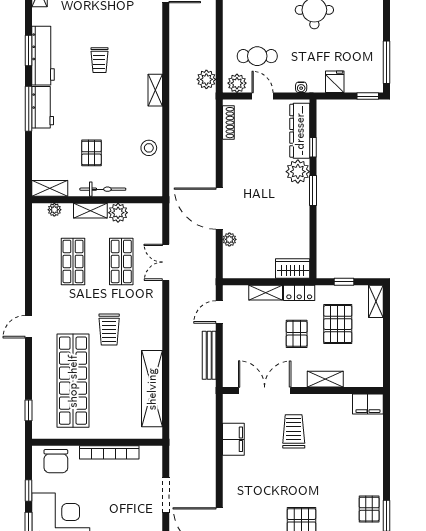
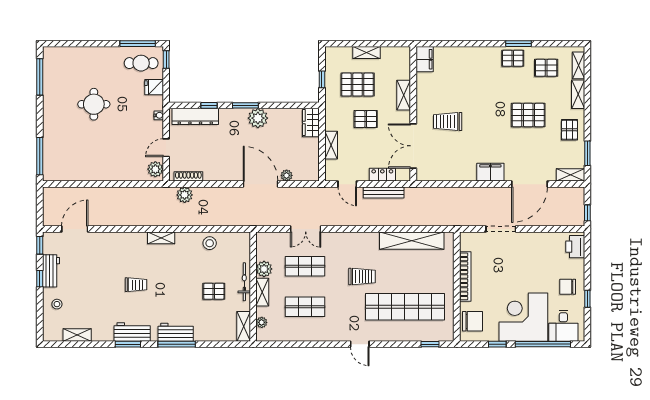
workbench: (43, 56) -> (132, 332), width x0.73
cafe table: (257, 56) -> (141, 63), moved, turned 90
plant: (206, 79) -> (185, 195), moved
plant: (298, 172) -> (258, 118), moved
door: (219, 209) -> (261, 184), swing flipped
locker: (299, 293) -> (382, 175), moved, turned -90
shelving: (376, 301) -> (367, 53), moved
filing cabinet: (233, 439) -> (490, 172), moved

